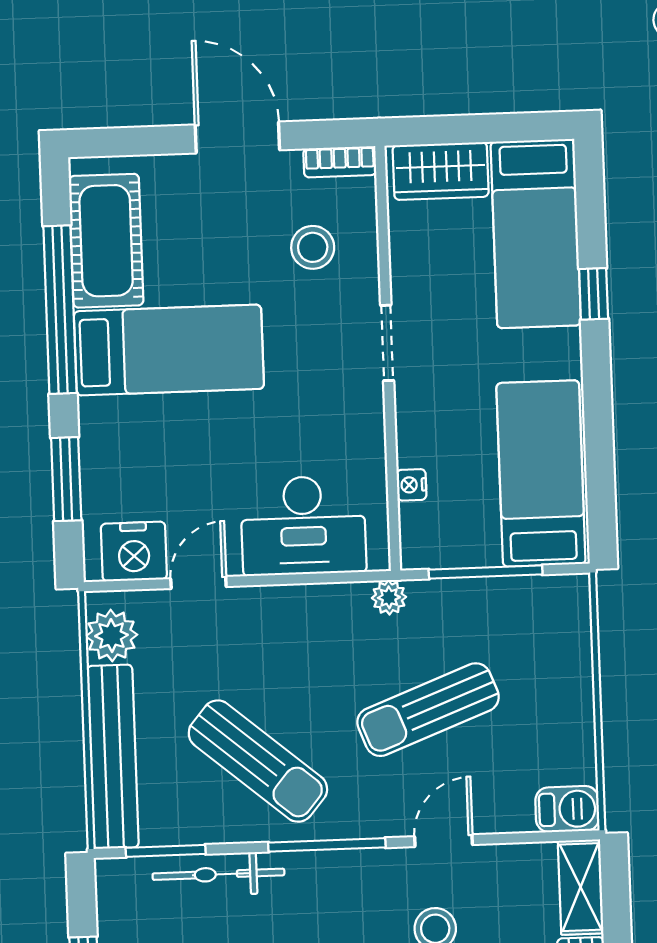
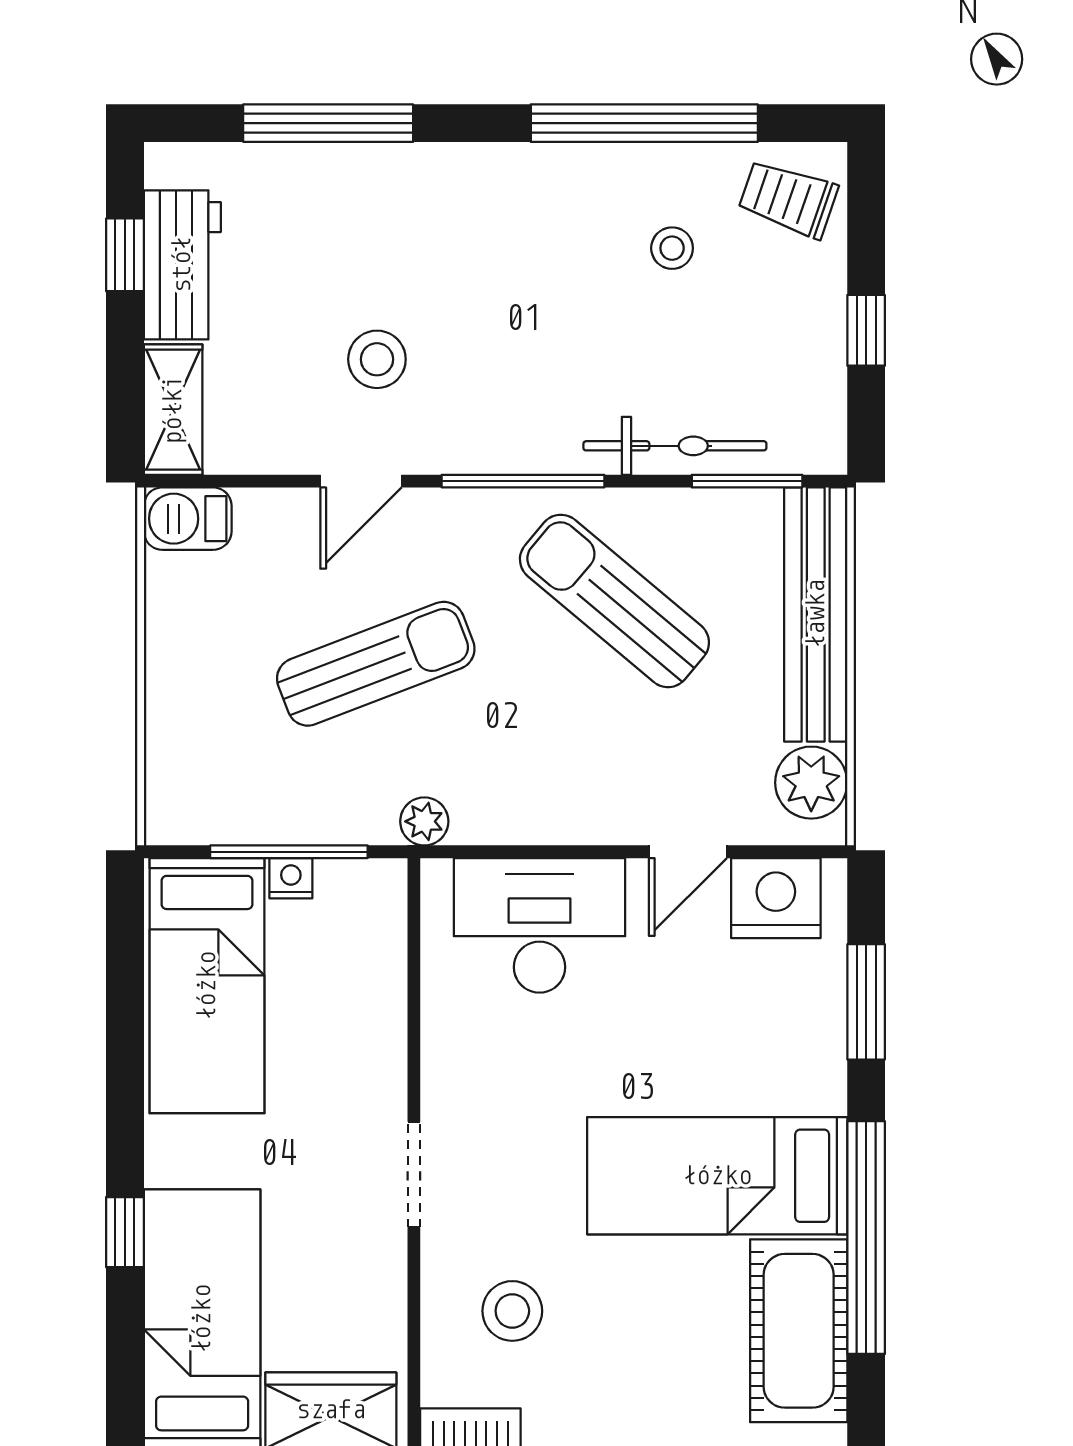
nightstand: (411, 485) -> (291, 878), moved, turned -90

